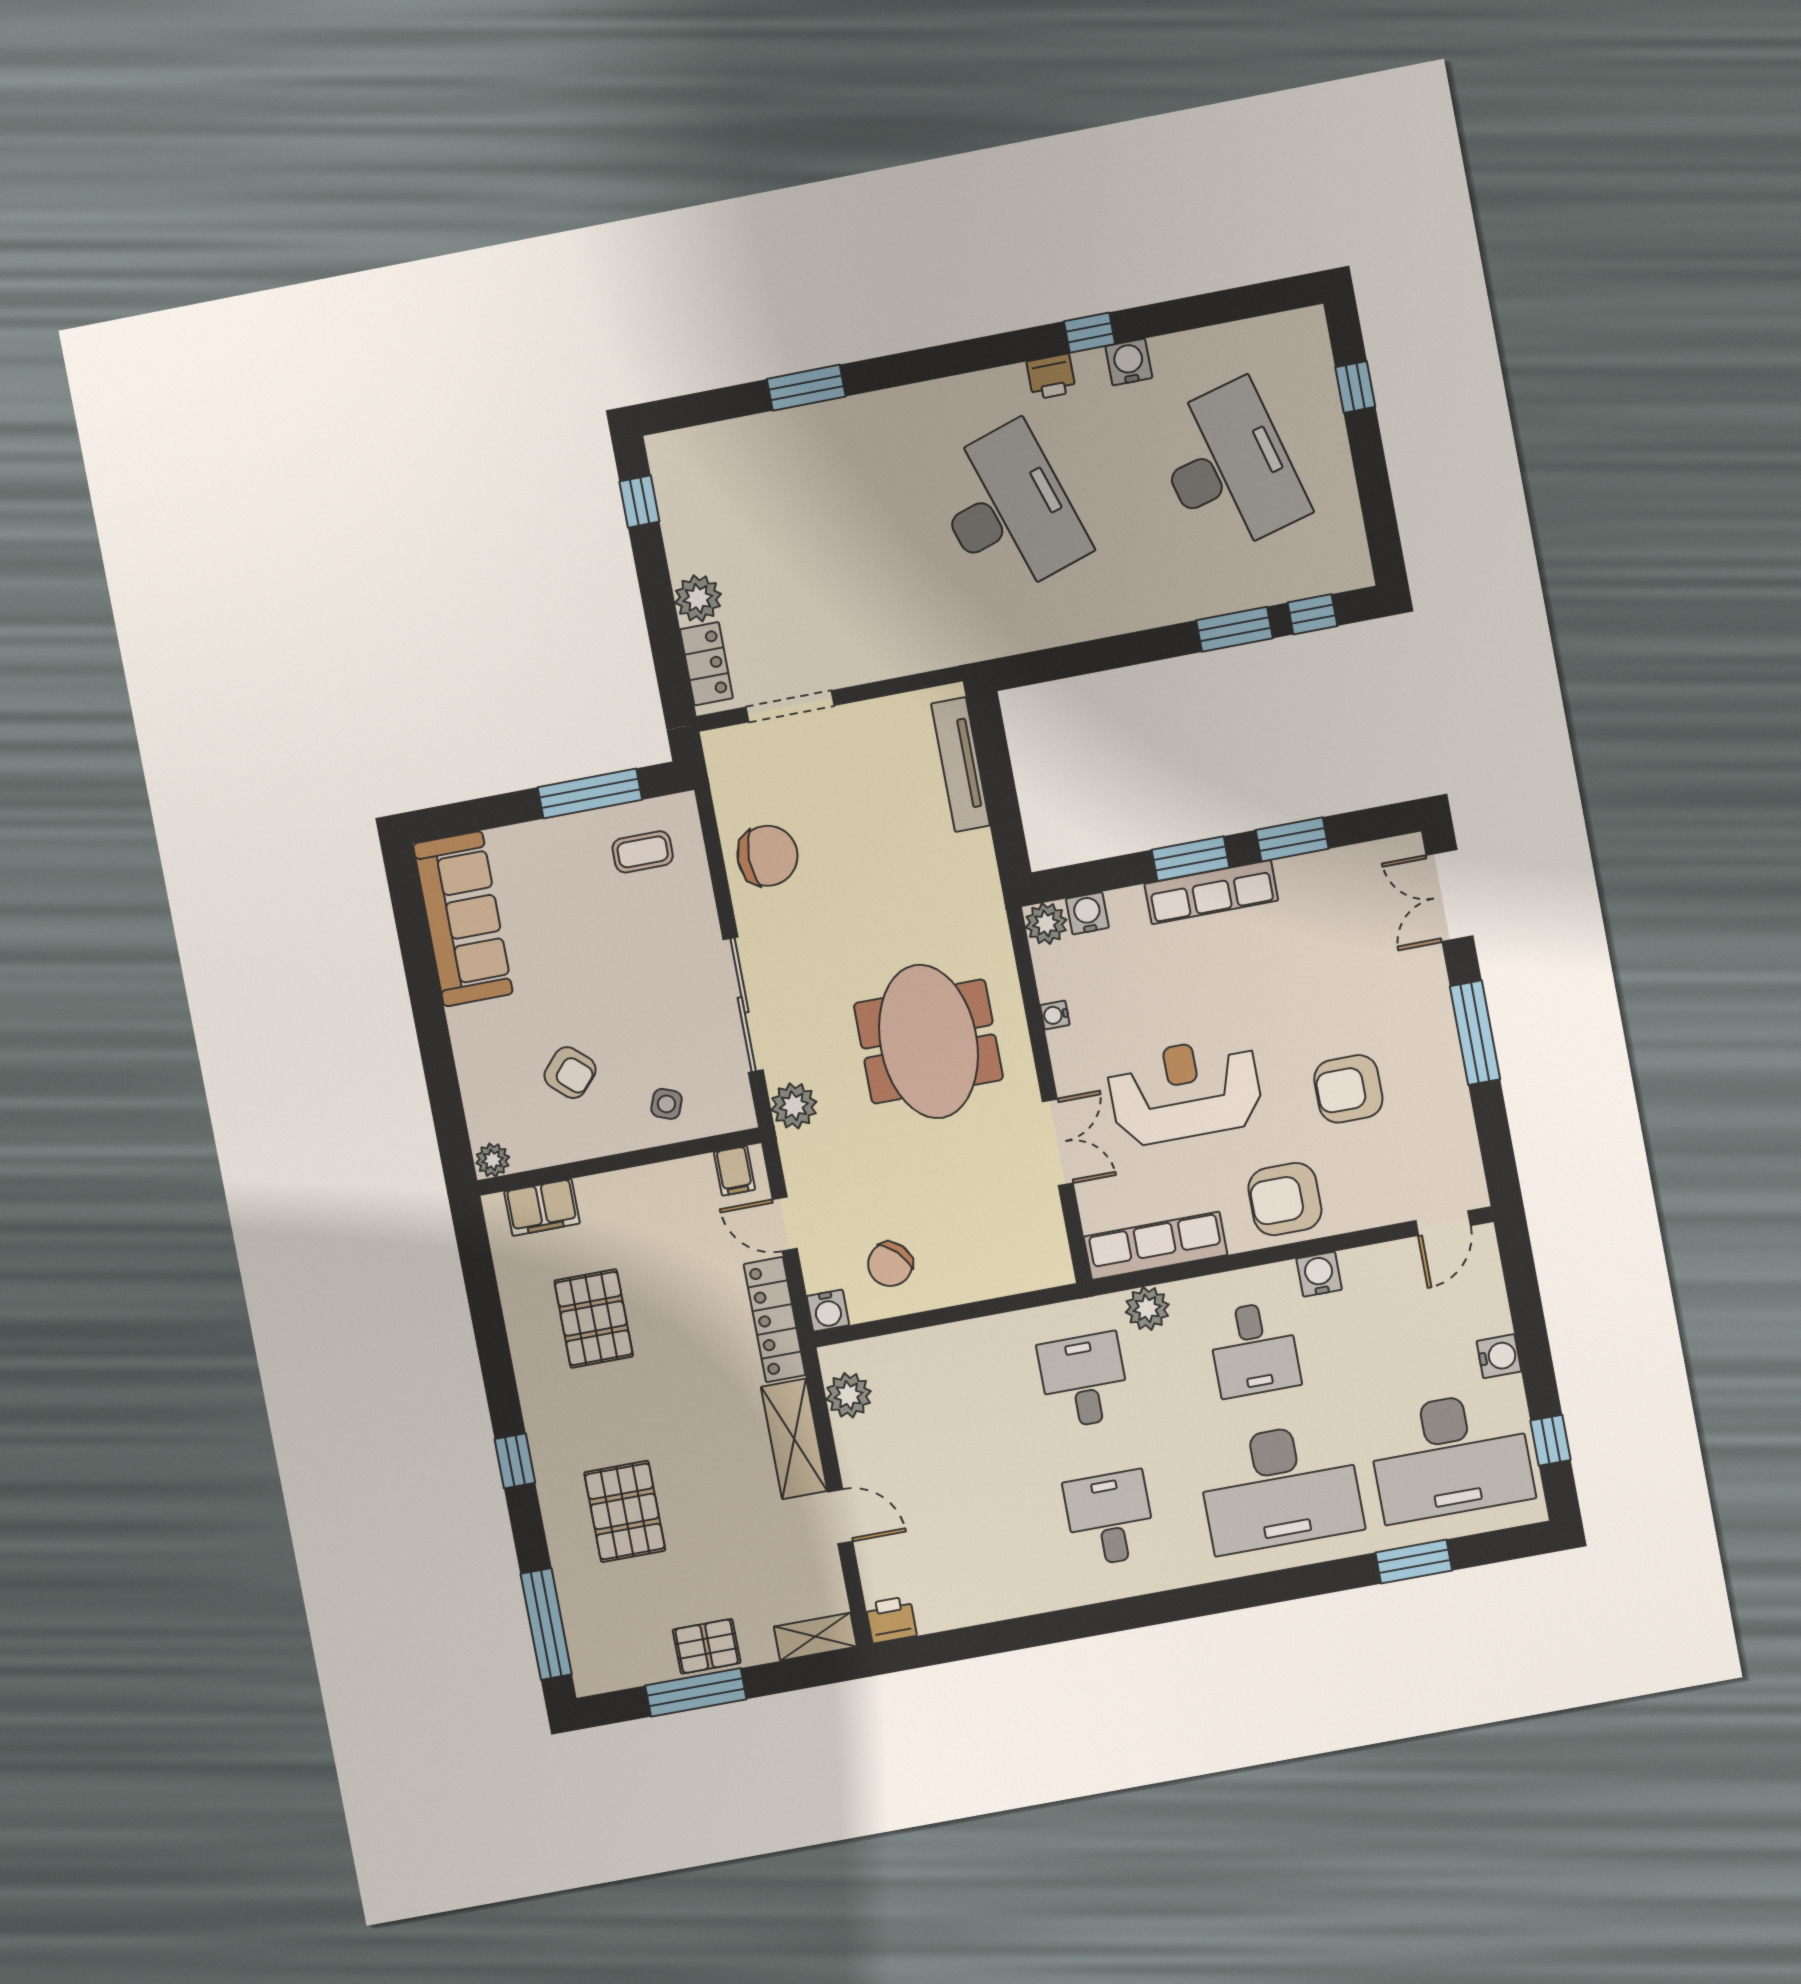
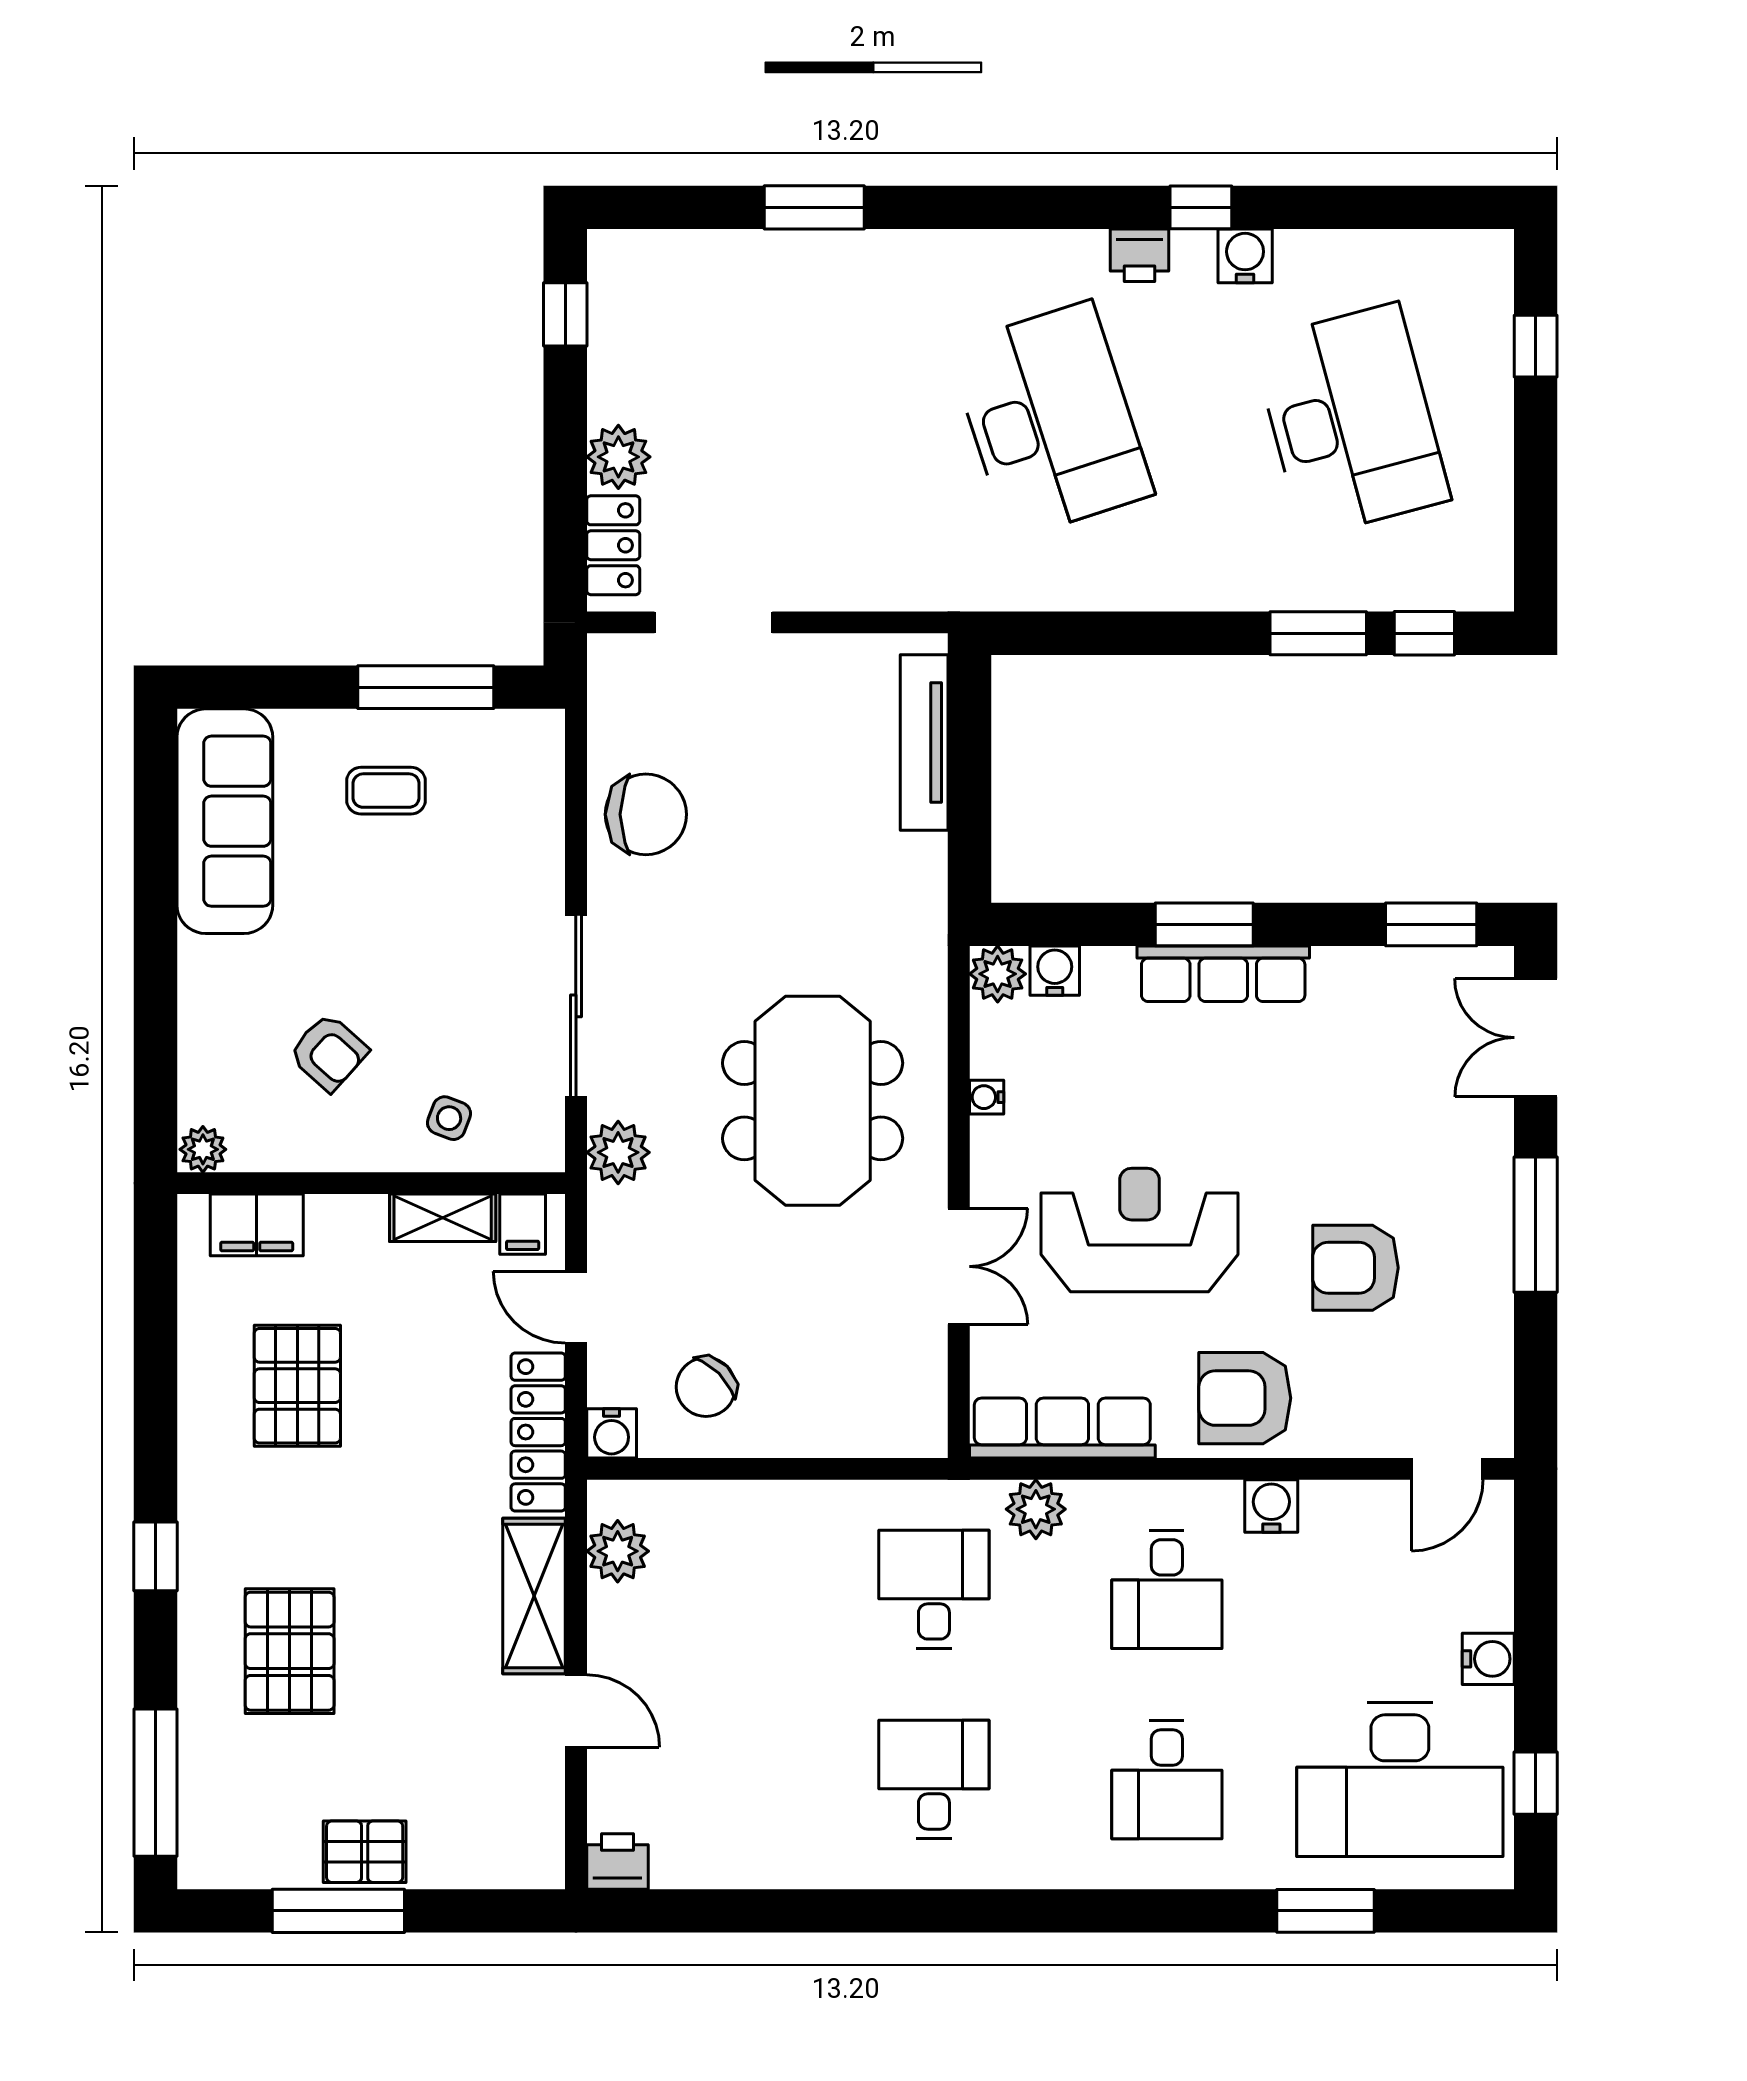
window: (1292, 839) -> (1431, 924), moved
coffee table: (643, 852) -> (386, 791), moved
desk: (1280, 1487) -> (1167, 1779), width x0.53, depth x0.77
shelving: (815, 1637) -> (443, 1218), moved

